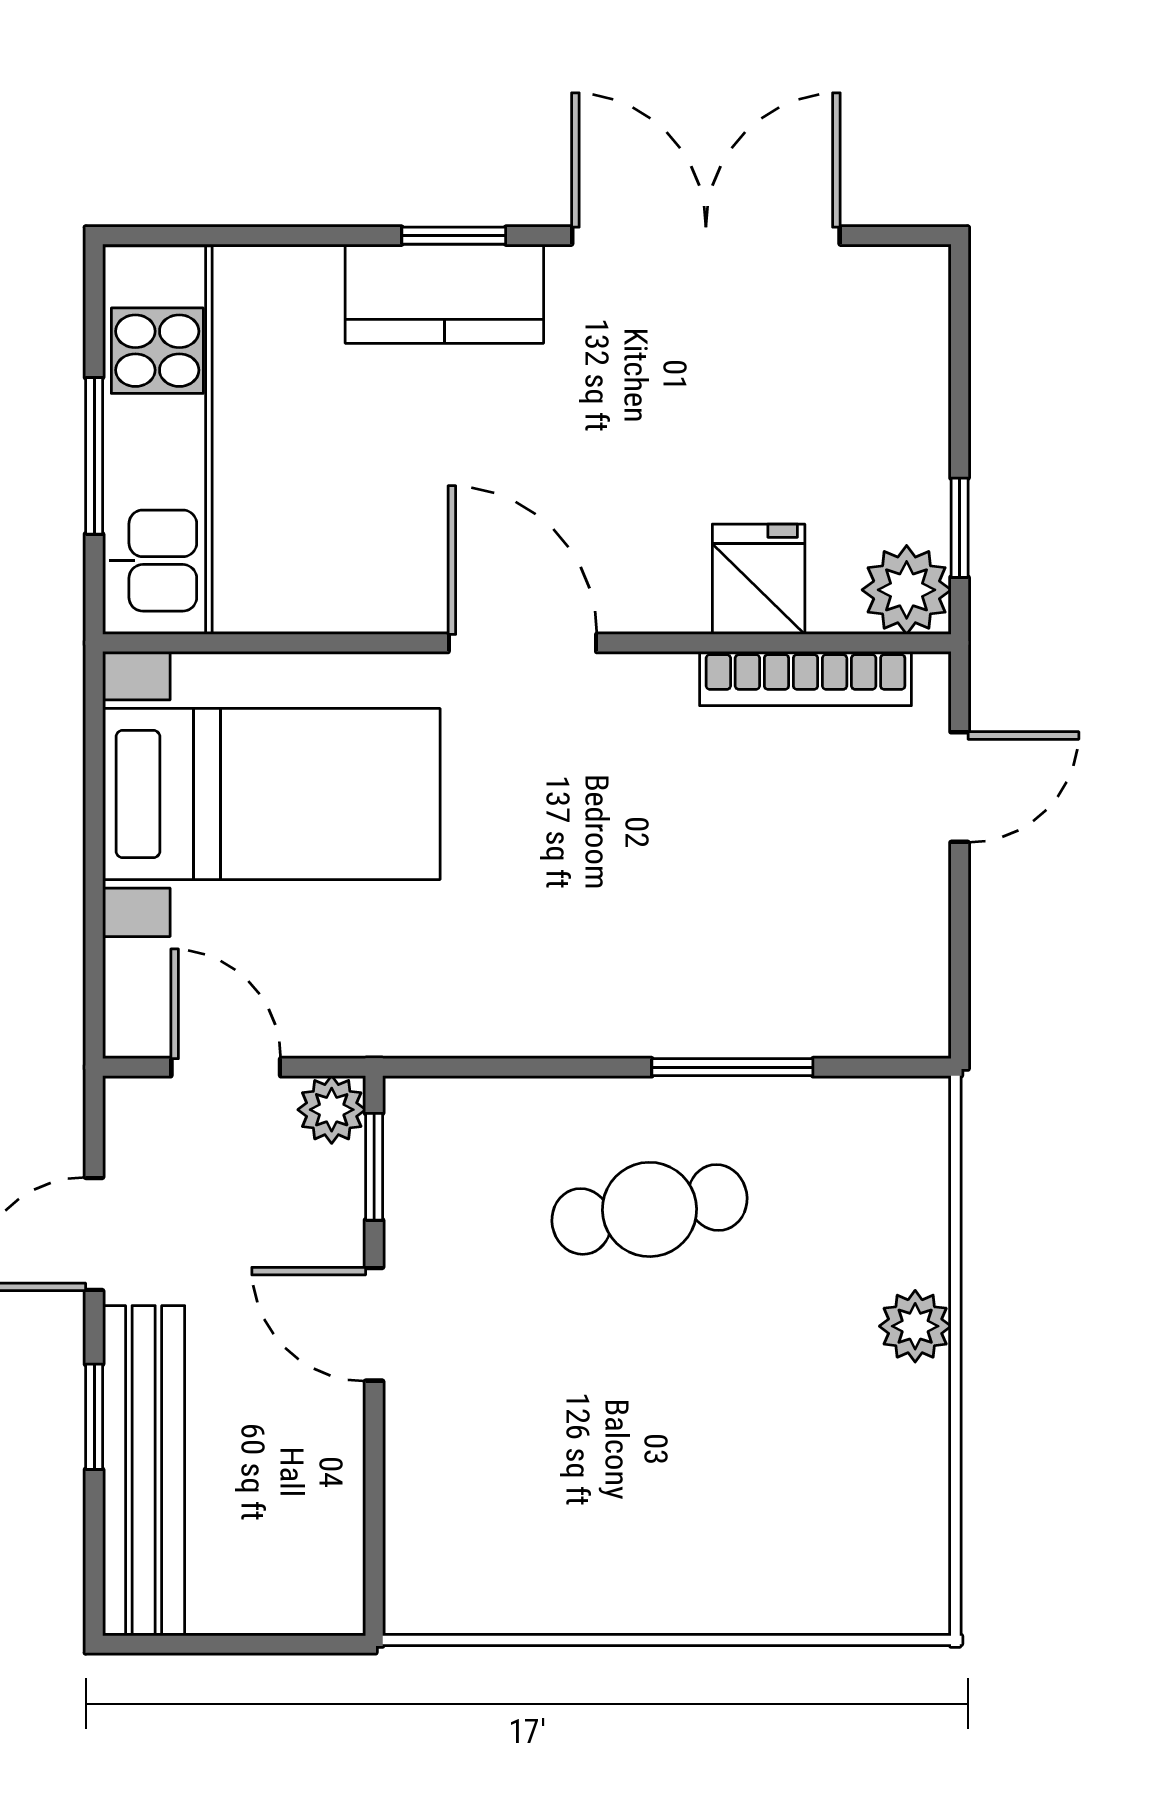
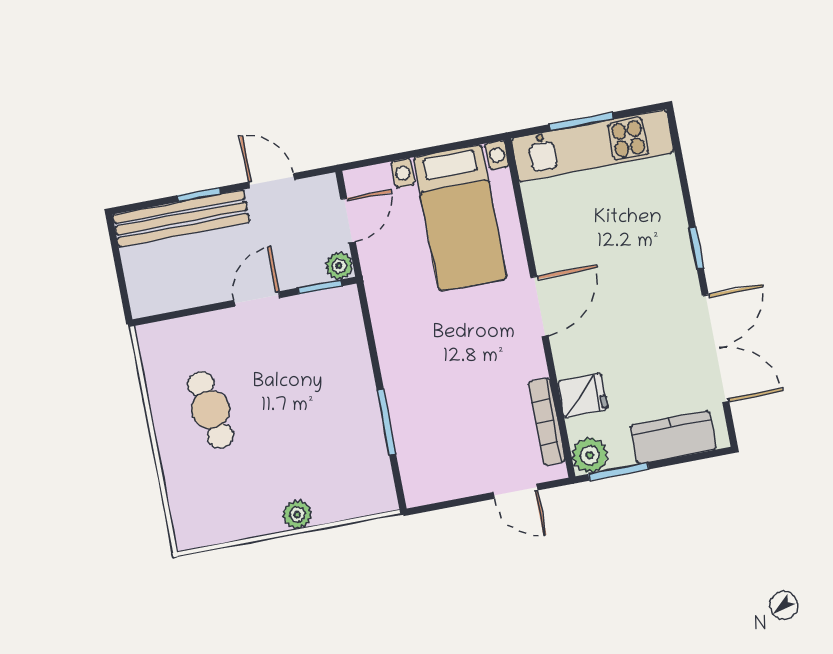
kitchen counter: (444, 294) -> (673, 437), moved, turned 90
window: (960, 528) -> (619, 472), width x1.50
cafe table: (649, 1209) -> (210, 410), moved

